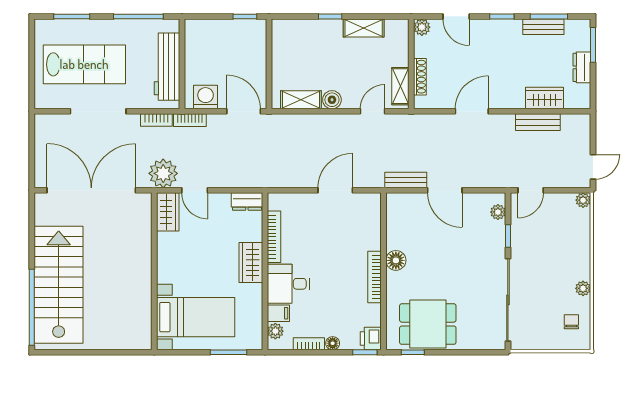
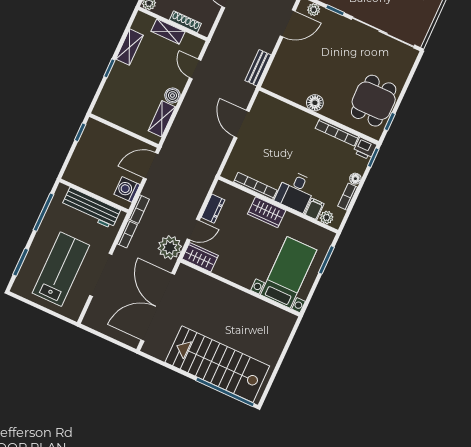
shelving: (400, 86) -> (168, 31), moved
door: (445, 190) -> (288, 23), moved
dresser: (247, 202) -> (213, 209), moved
bookcase: (374, 277) -> (337, 132), moved

